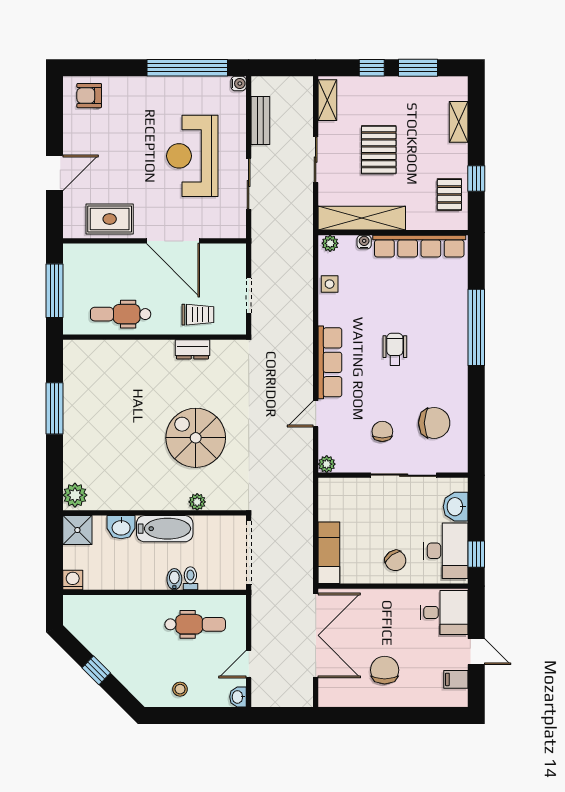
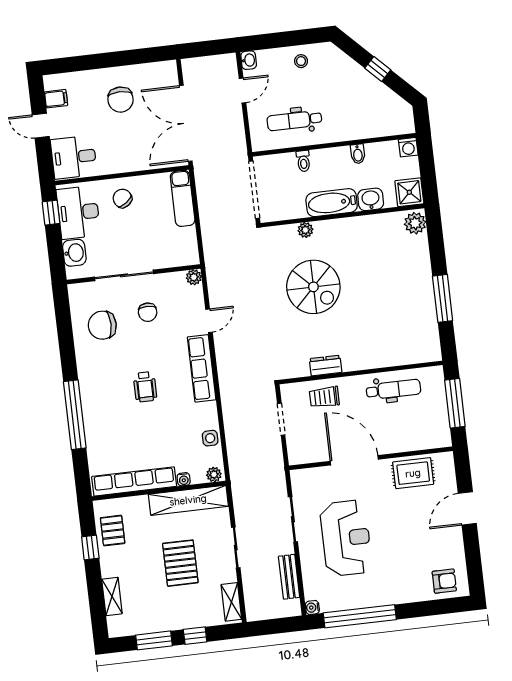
bidet: (174, 579) -> (358, 154), moved

